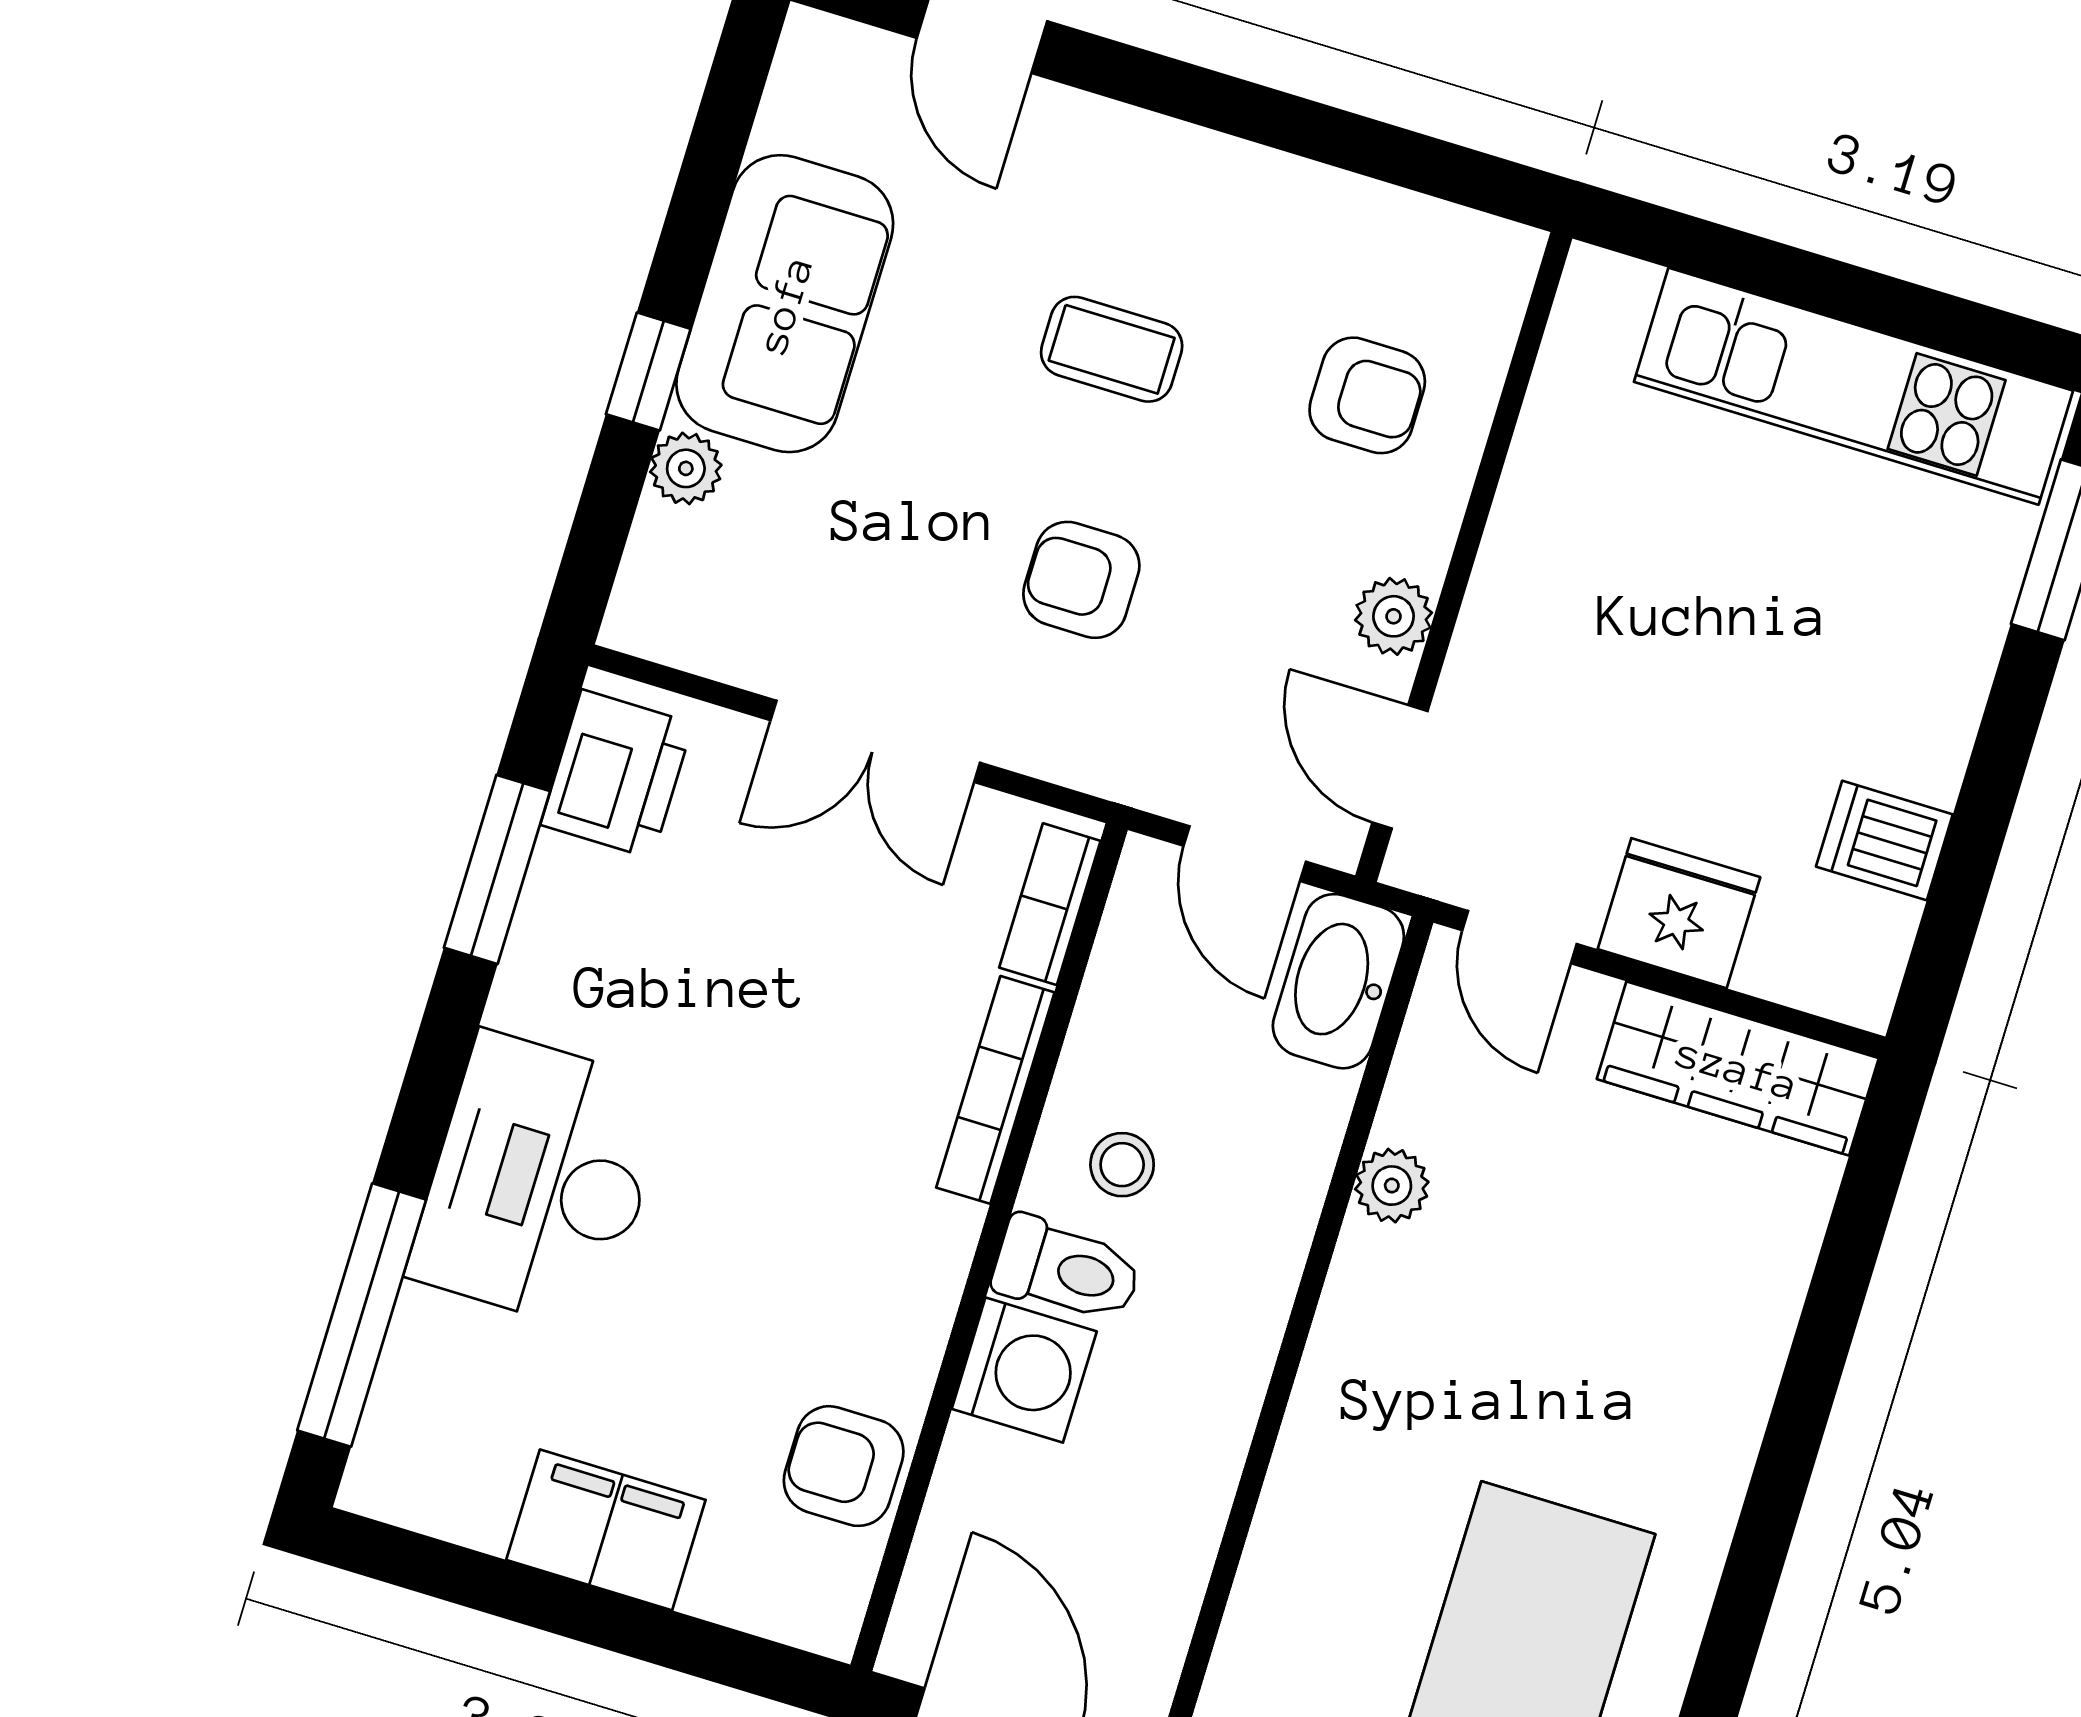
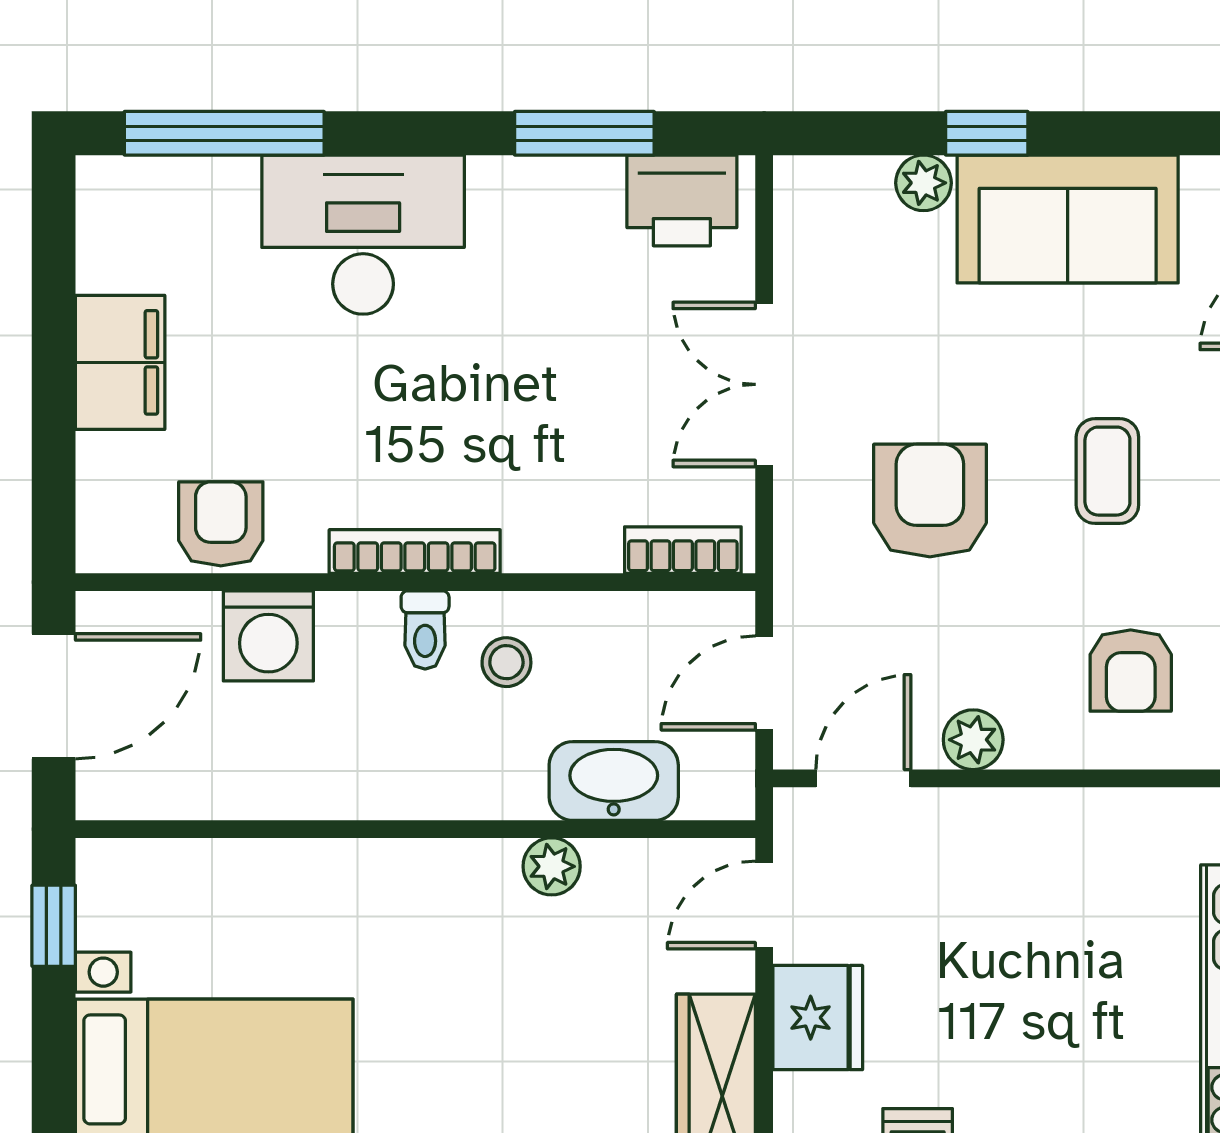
armchair: (1081, 580) -> (930, 501), width x1.38, depth x1.38
washbasin: (1338, 981) -> (614, 781), moved
bookcase: (995, 1090) -> (415, 552), moved
toilet: (1067, 1270) -> (425, 630), width x0.73, depth x0.72
washing machine: (1024, 1370) -> (268, 636), moved

